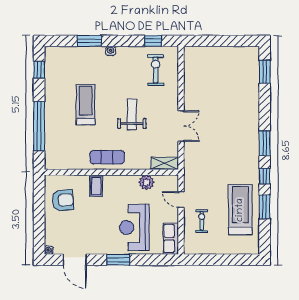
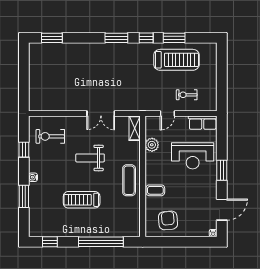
window: (153, 41) -> (24, 150), moved
double door: (181, 126) -> (101, 113), swing flipped
treadmill: (240, 210) -> (176, 60), turned 180

